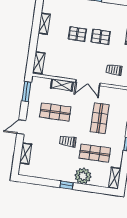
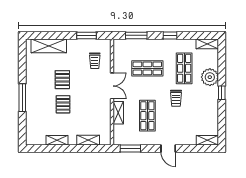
shelving: (39, 63) -> (88, 140), moved
shelving: (26, 154) -> (207, 140), moved

